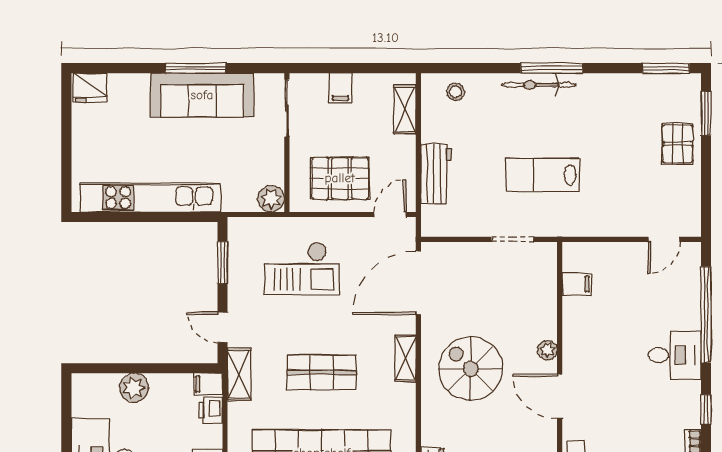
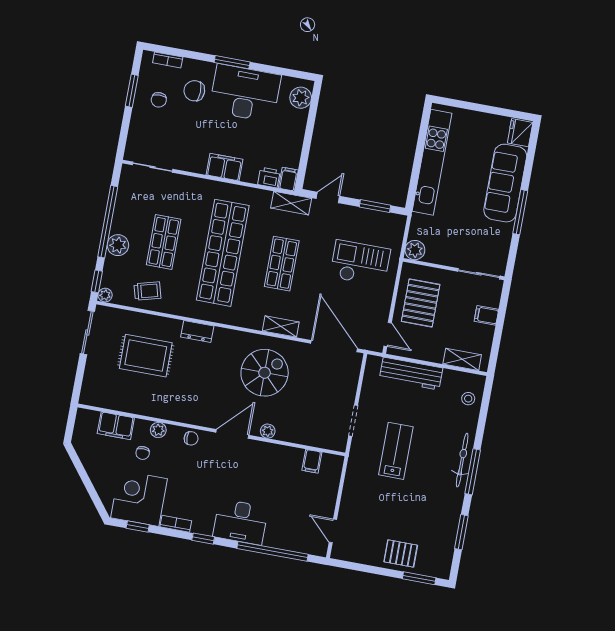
window: (666, 68) -> (461, 532), moved
sofa: (202, 95) -> (505, 183), moved
workbench: (436, 174) -> (411, 374), width x1.38
checkout: (302, 268) -> (360, 263), turned 90
desk: (675, 355) -> (240, 522), width x1.37
plant: (134, 388) -> (301, 98), moved

